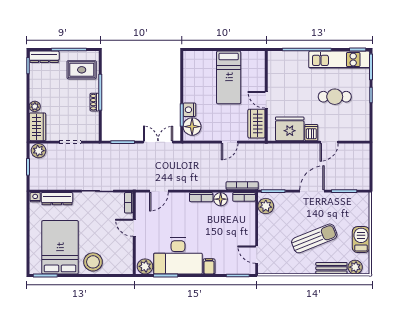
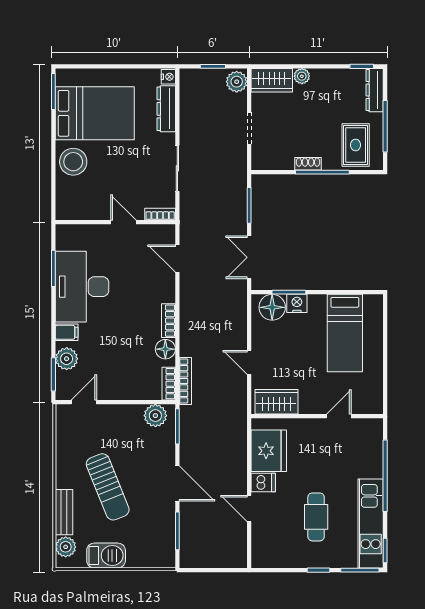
bed: (229, 77) -> (345, 333), moved, turned -90
door: (266, 100) -> (339, 416), moved
double door: (158, 142) -> (249, 257), swing flipped
door: (134, 228) -> (123, 222), hinge flipped
plant: (145, 266) -> (67, 359), moved

